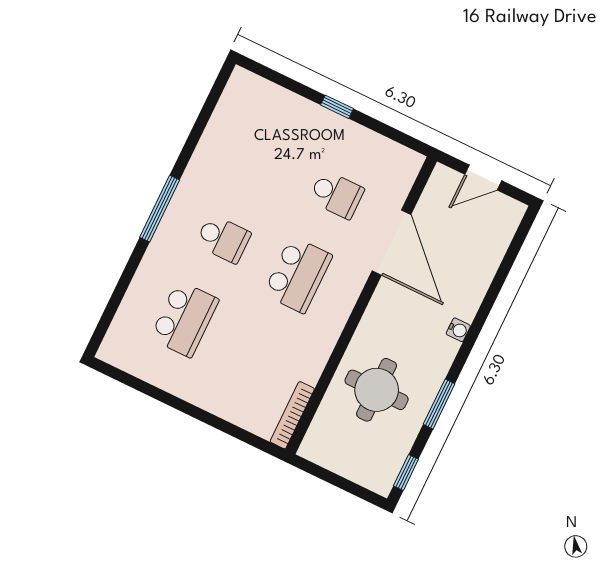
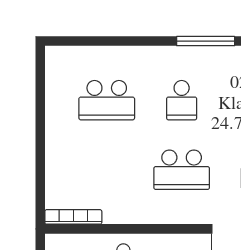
window: (160, 209) -> (206, 41), moved

